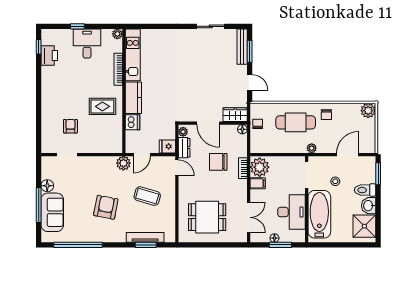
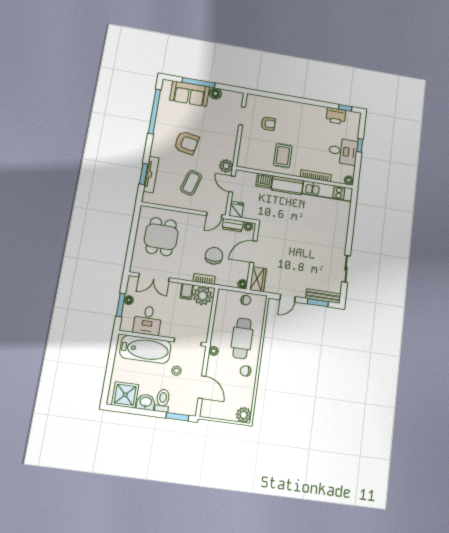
desk: (291, 212) -> (148, 320), width x0.73

